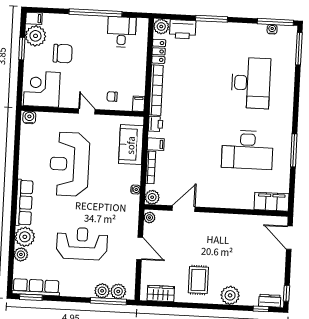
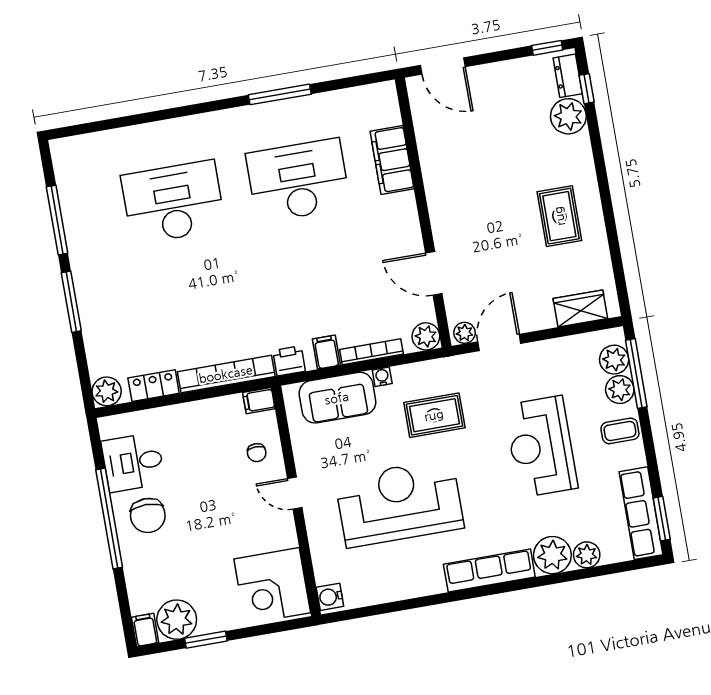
window: (275, 22) -> (57, 220), moved
printer: (183, 29) -> (103, 351), removed
water cooler: (272, 29) -> (65, 185), removed
window: (299, 49) -> (90, 128), removed
chair: (63, 54) -> (148, 515), moved, turned 180
door: (87, 111) -> (295, 493), hinge flipped
desk: (247, 150) -> (298, 180), turned -90
reception desk: (70, 164) -> (399, 503), turned 180
water cooler: (136, 190) -> (382, 377), moved
rug: (111, 192) -> (434, 415), added
filing cabinet: (272, 202) -> (392, 160), moved
door: (289, 238) -> (443, 66), hinge flipped
door: (140, 248) -> (499, 343), moved
rug: (198, 280) -> (559, 216), turned 90
coffee table: (81, 286) -> (620, 431), added
wardrobe: (161, 294) -> (580, 309), moved, turned 90
plant: (230, 295) -> (568, 116), moved

